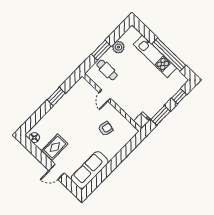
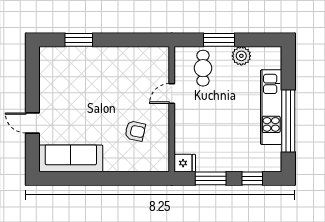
window: (56, 97) -> (79, 40), moved
floor lamp: (34, 138) -> (47, 60), removed
rug: (55, 147) -> (59, 94), removed

